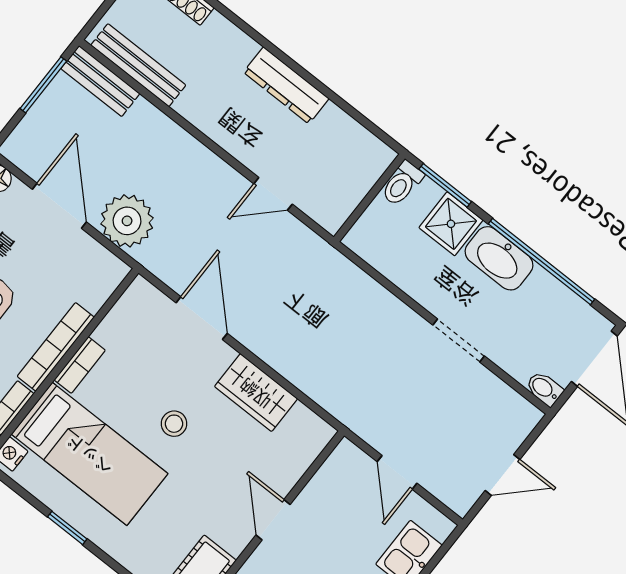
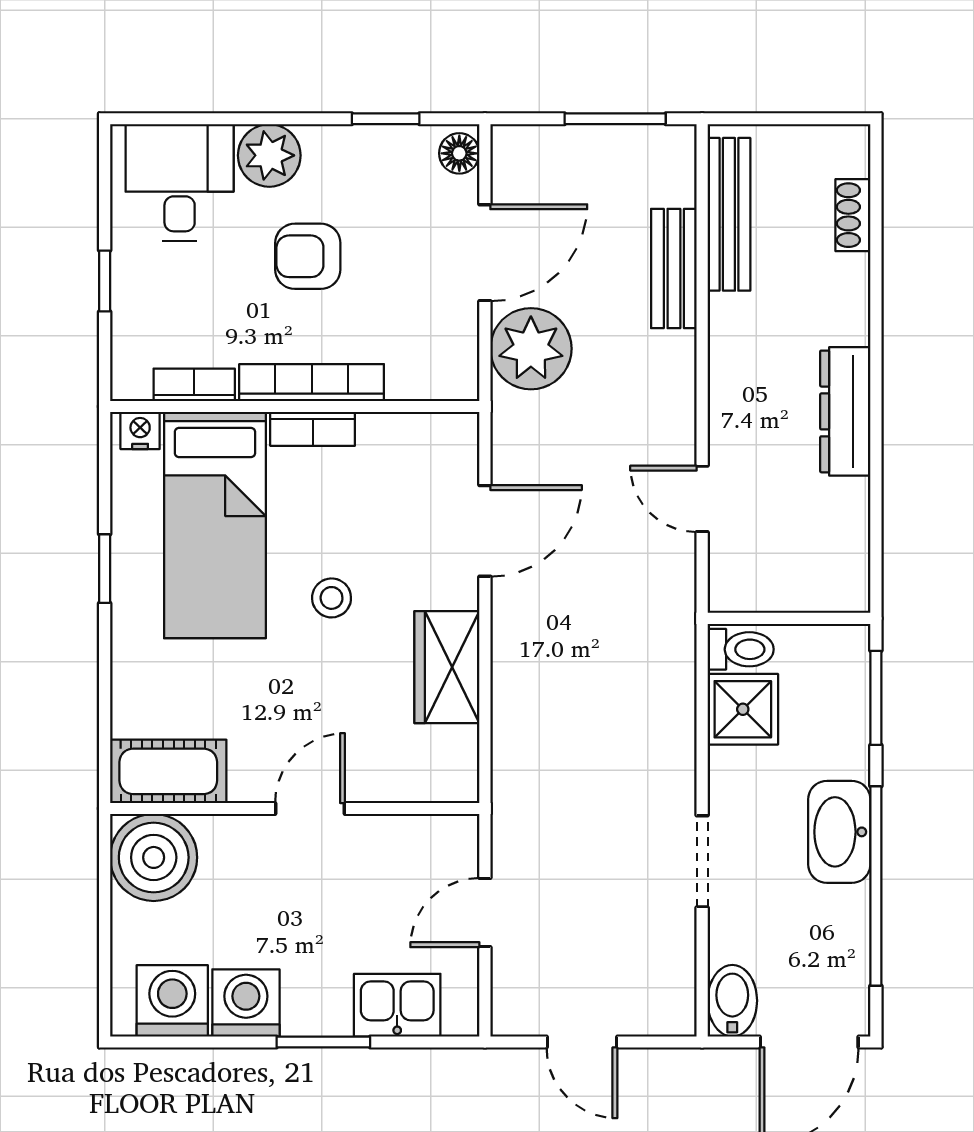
bench: (100, 81) -> (674, 269), moved
toilet: (402, 183) -> (741, 649), moved, turned 180
shower: (451, 224) -> (743, 709), moved
bidet: (544, 389) -> (732, 1001), width x1.38, depth x1.36

